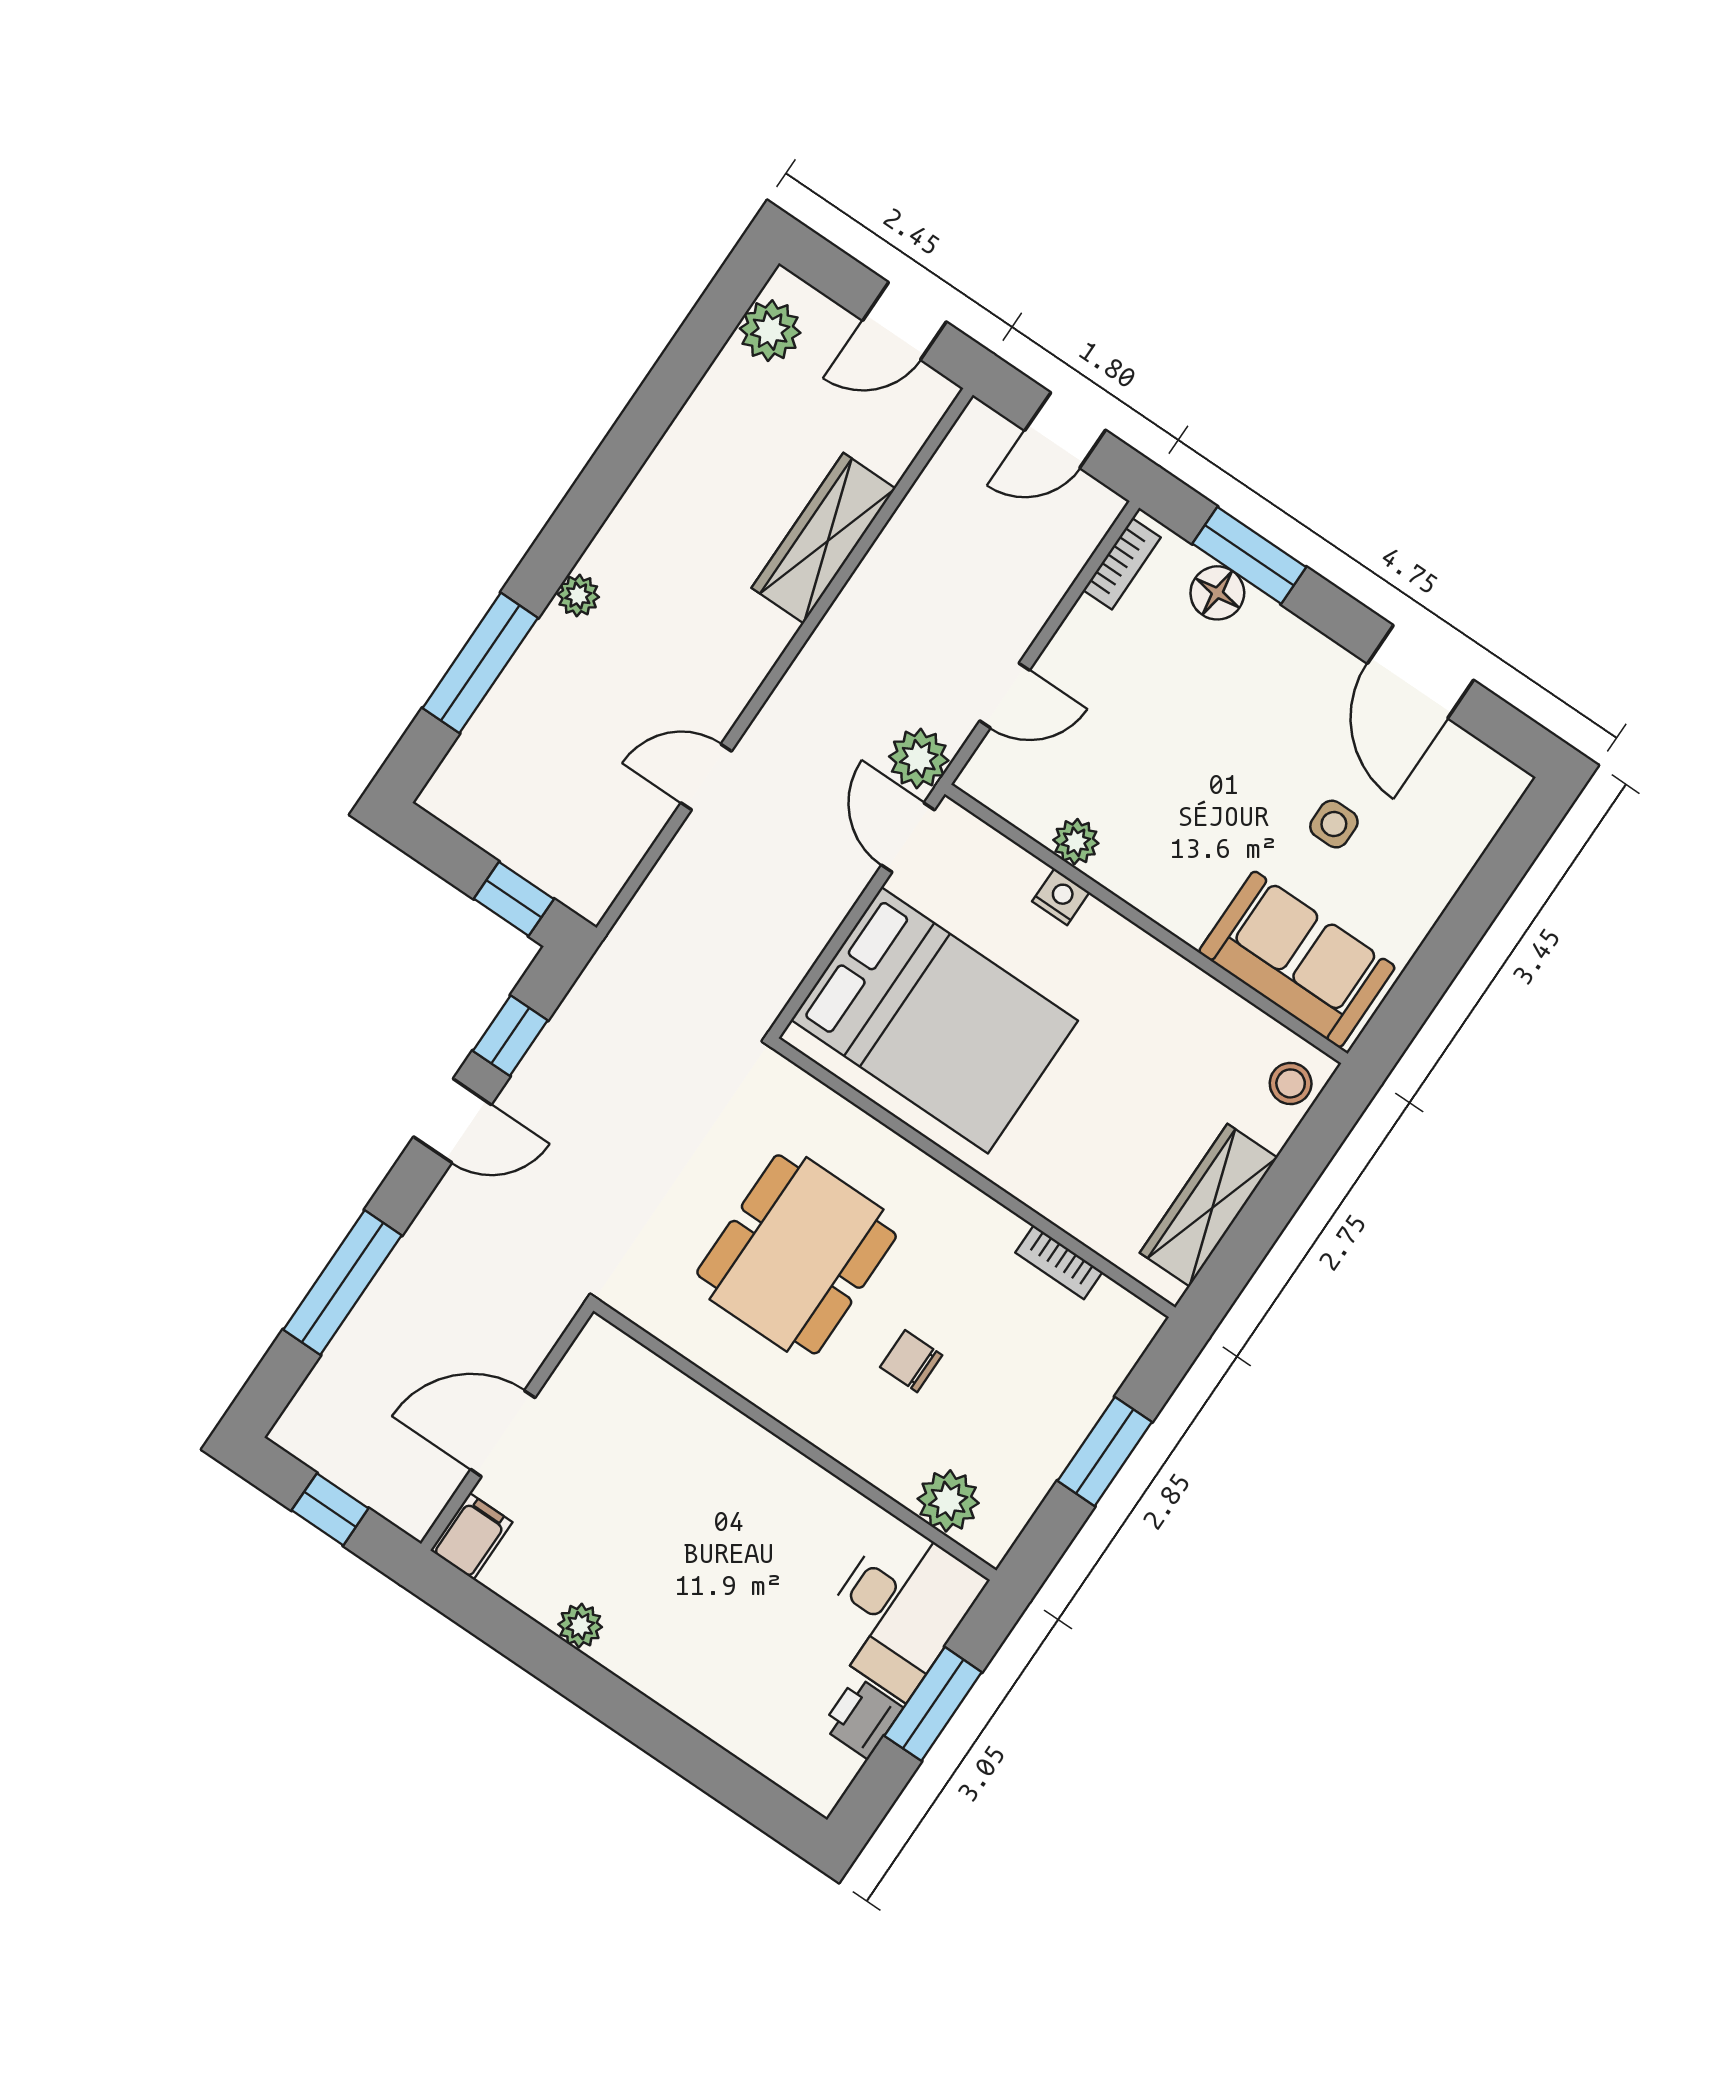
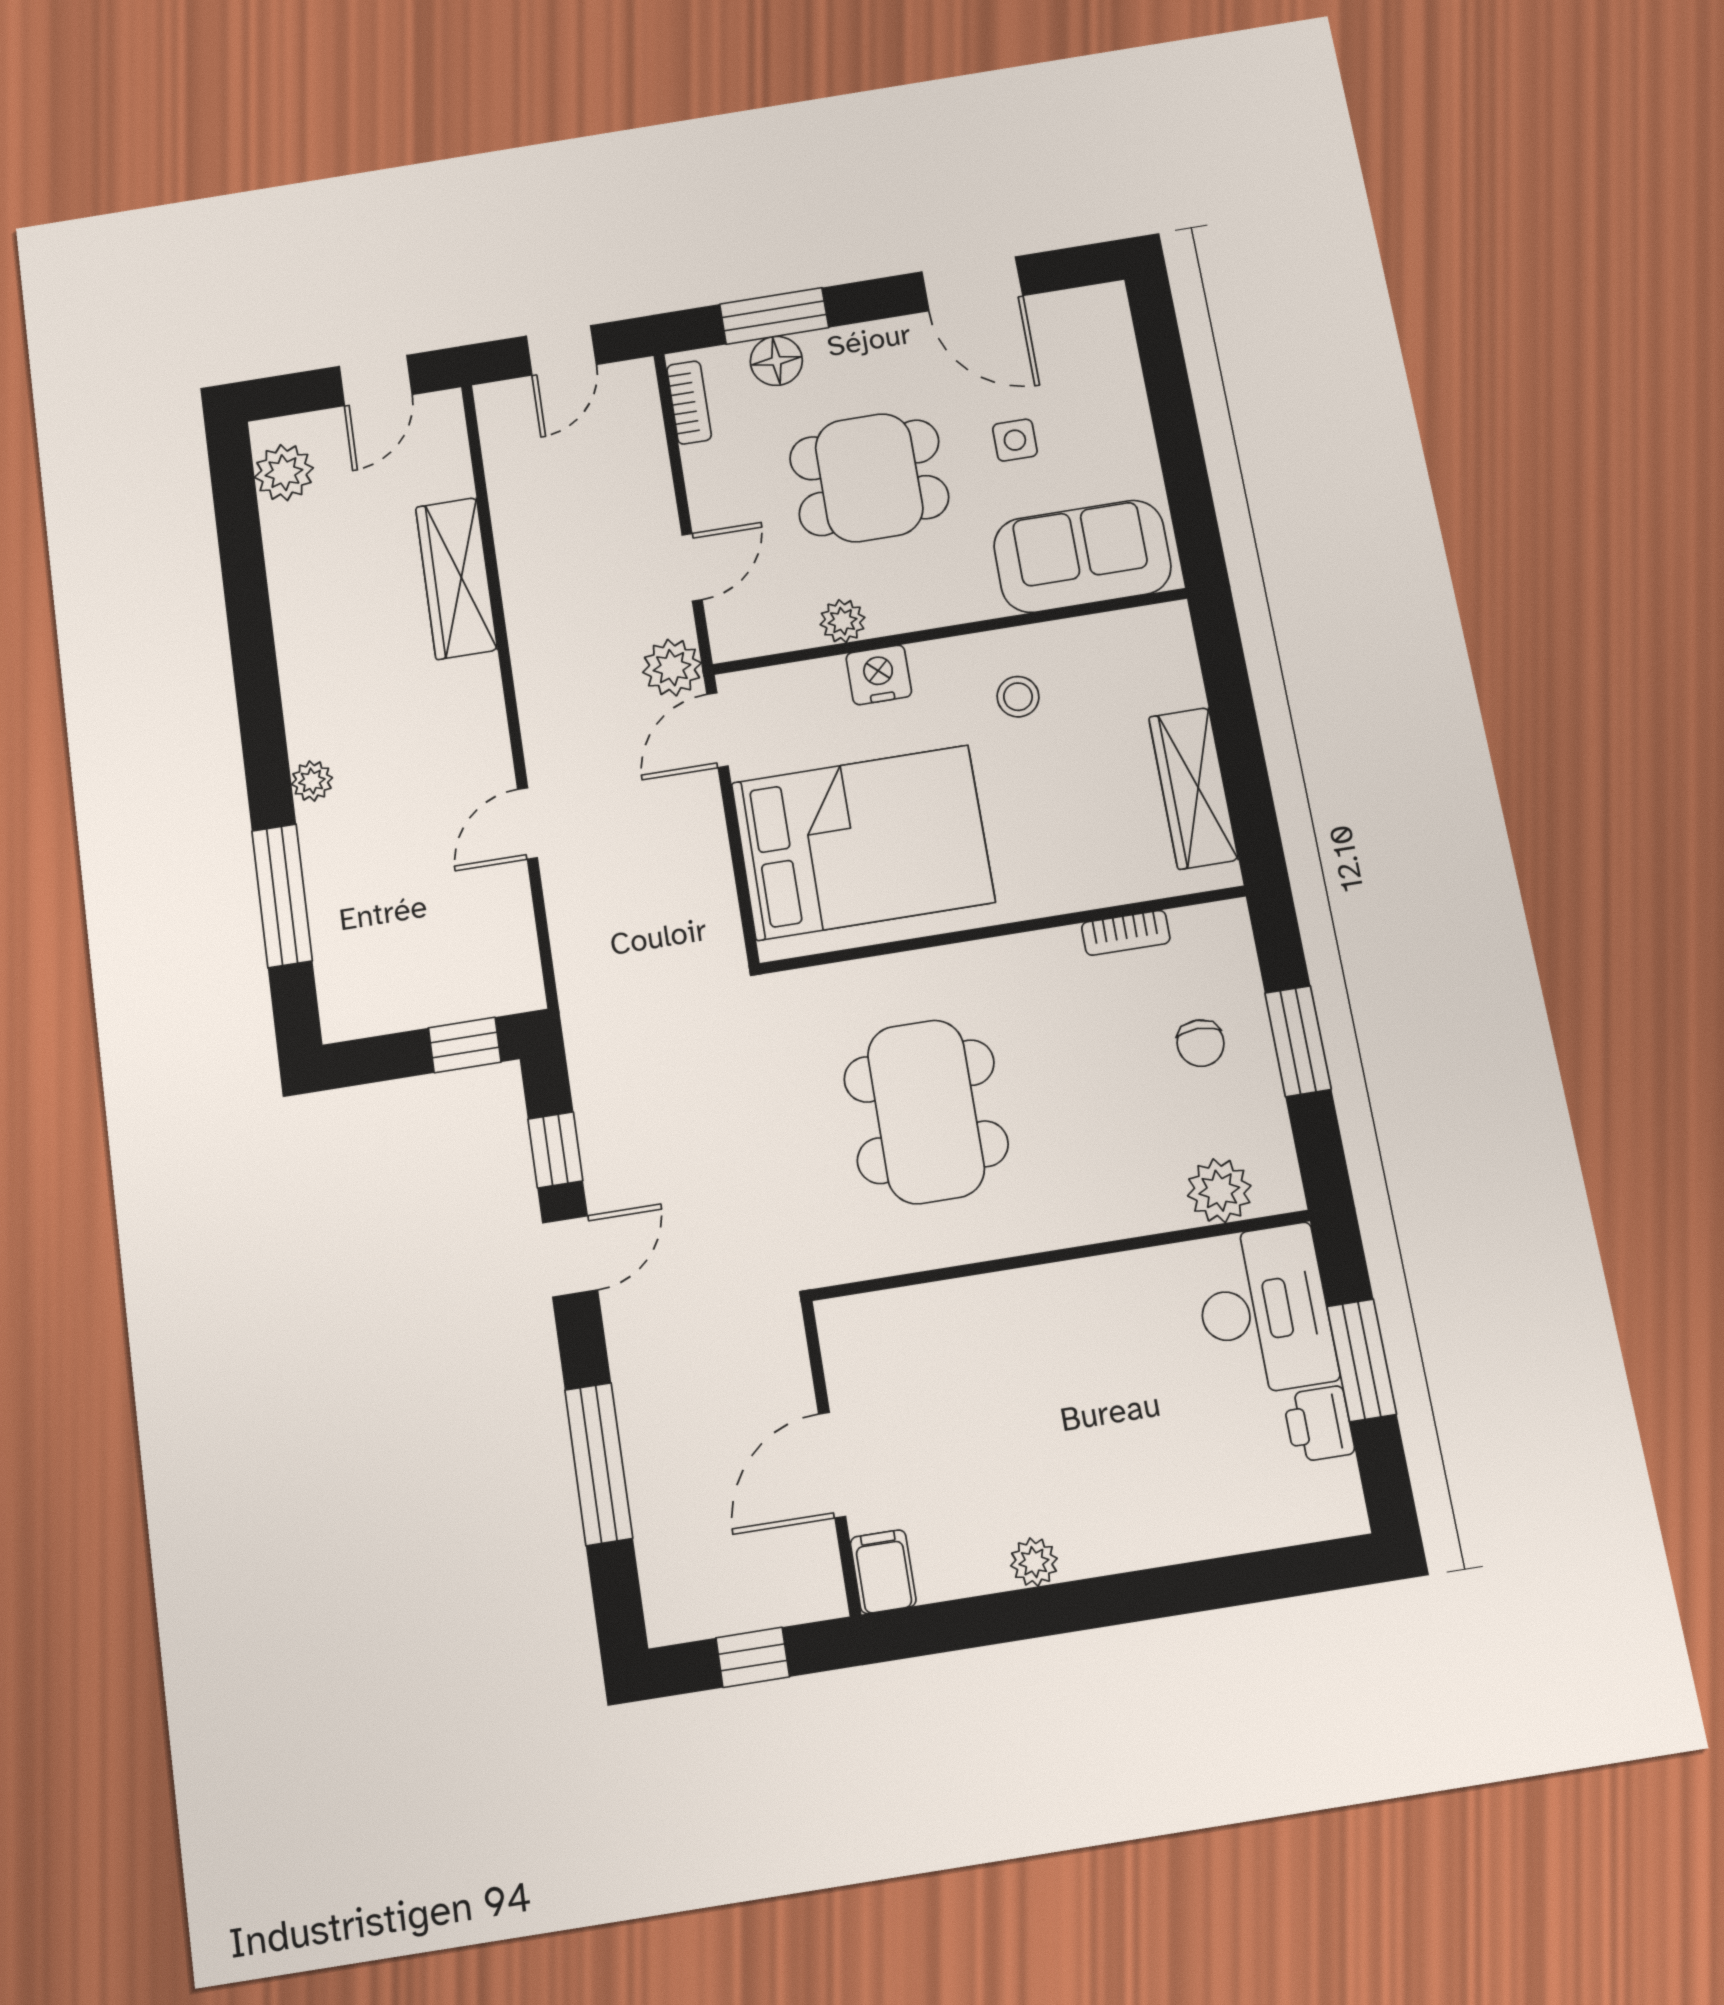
dining table: (1199, 750) -> (869, 478), added
door: (908, 837) -> (717, 730), hinge flipped
nightstand: (1061, 897) -> (879, 675), width x1.39, depth x1.35
stool: (1291, 1083) -> (1018, 697), moved
chair: (911, 1361) -> (1201, 1043), moved, turned -90

